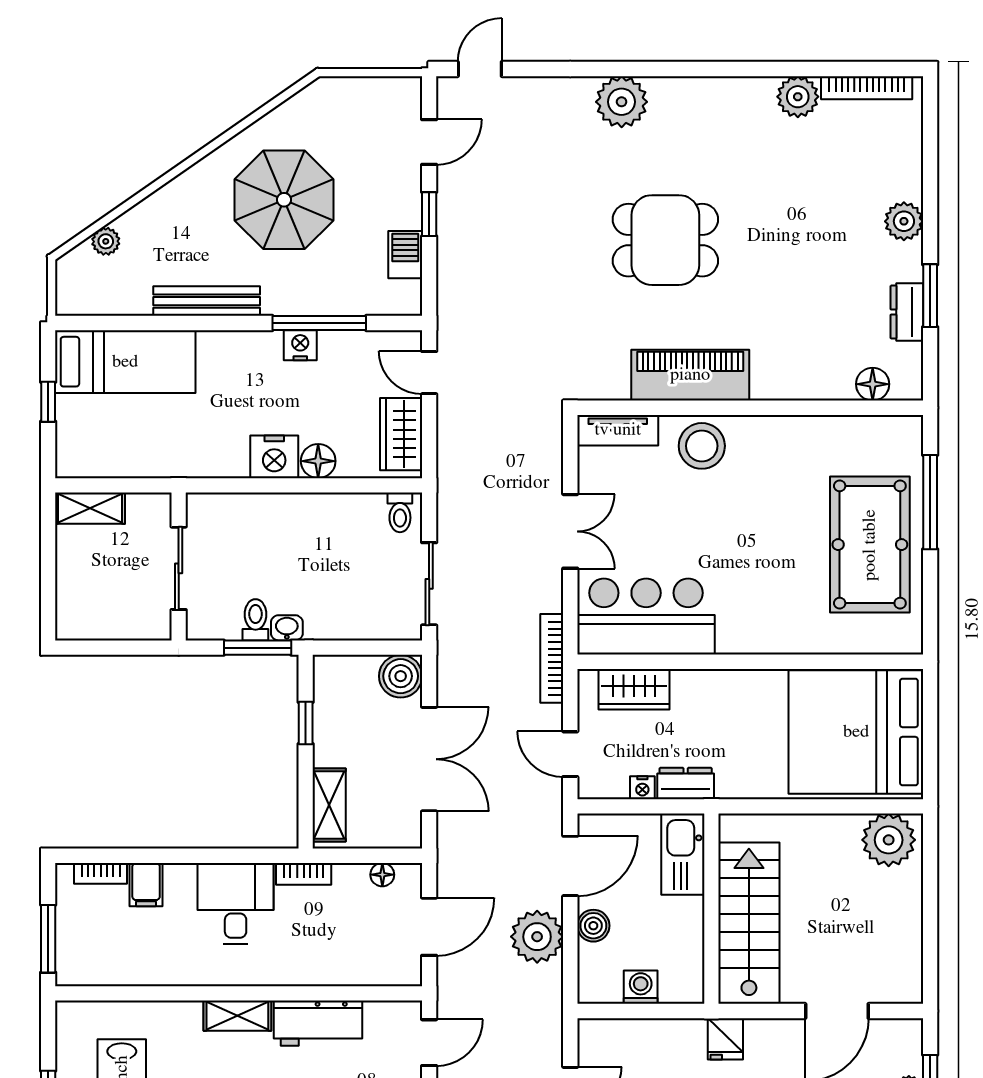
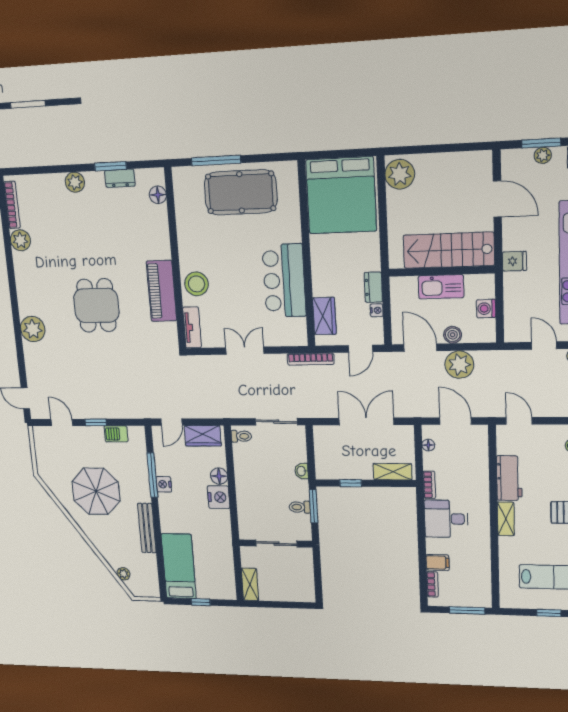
bar counter: (646, 617) -> (284, 281), moved
washbasin: (287, 628) -> (302, 471), moved
boiler: (401, 676) -> (324, 436), removed
kitchen sink: (683, 854) -> (441, 287), moved

